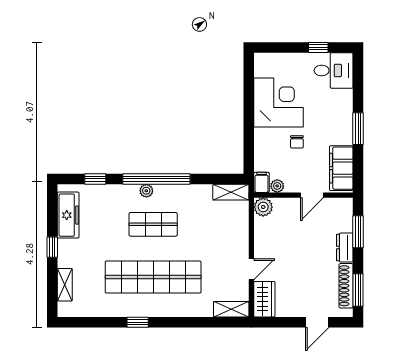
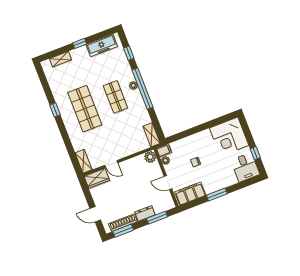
corner desk: (278, 102) -> (229, 137), moved, turned 90
shop shelf: (153, 277) -> (85, 109), width x0.71

